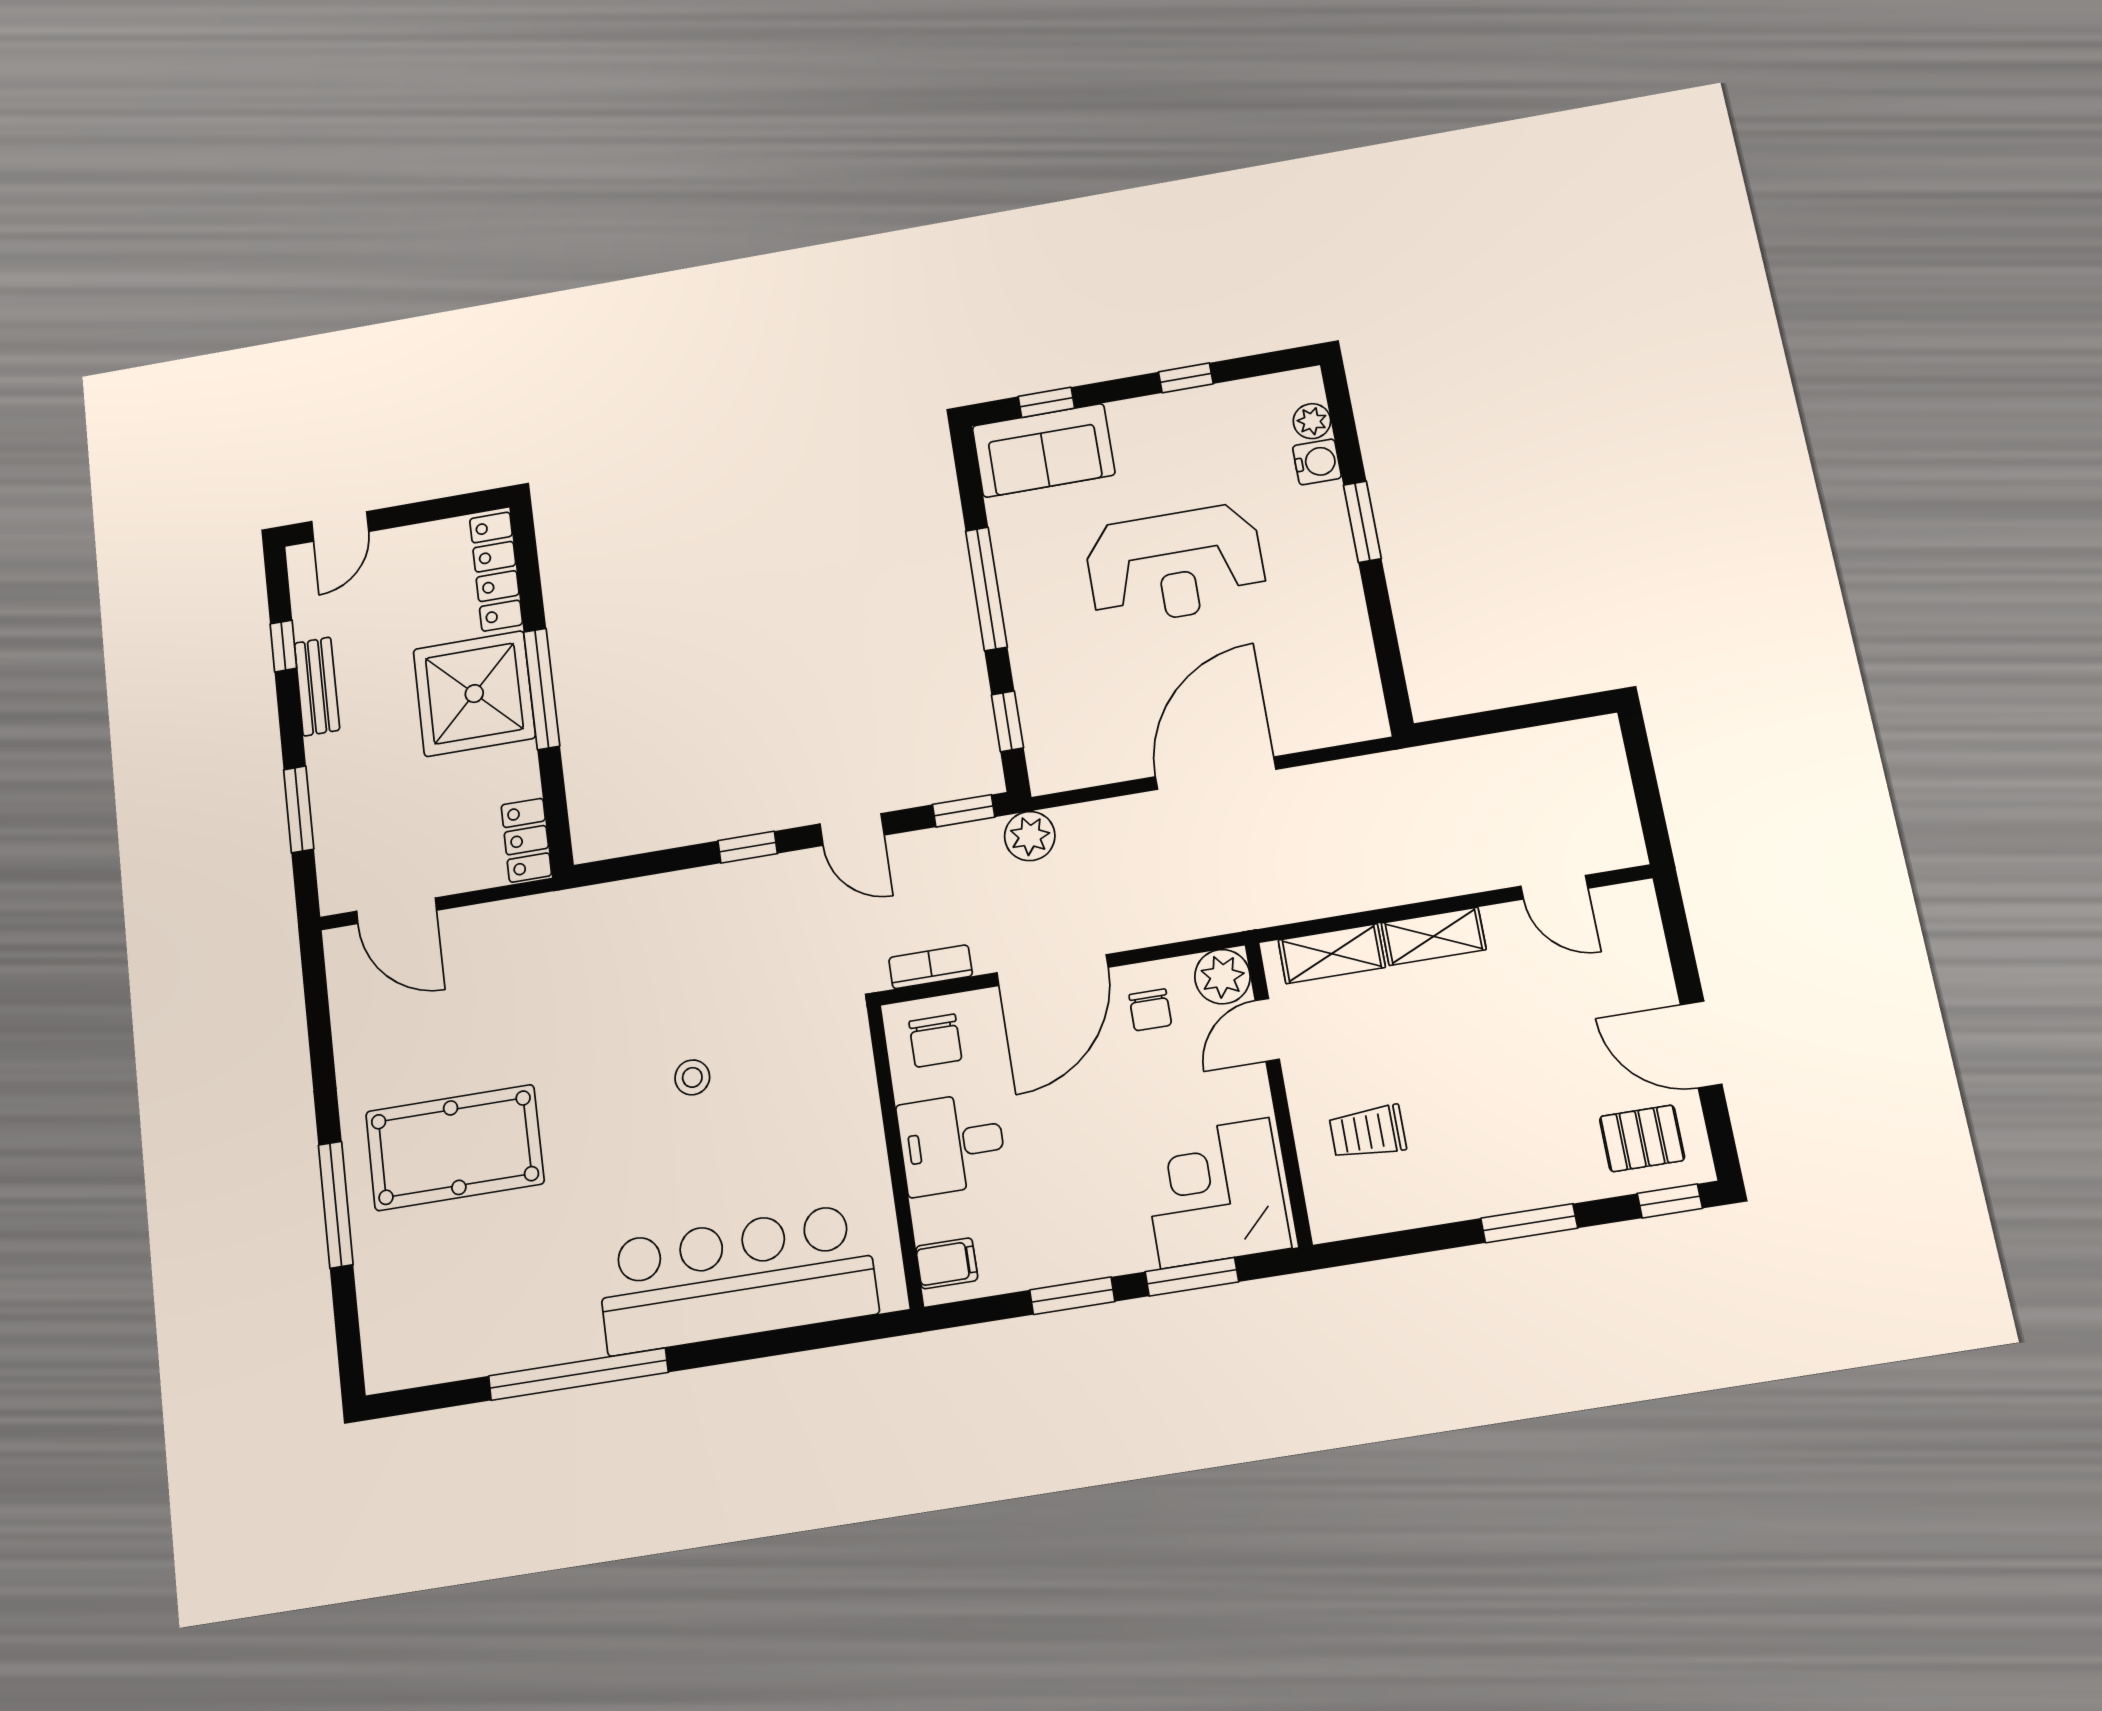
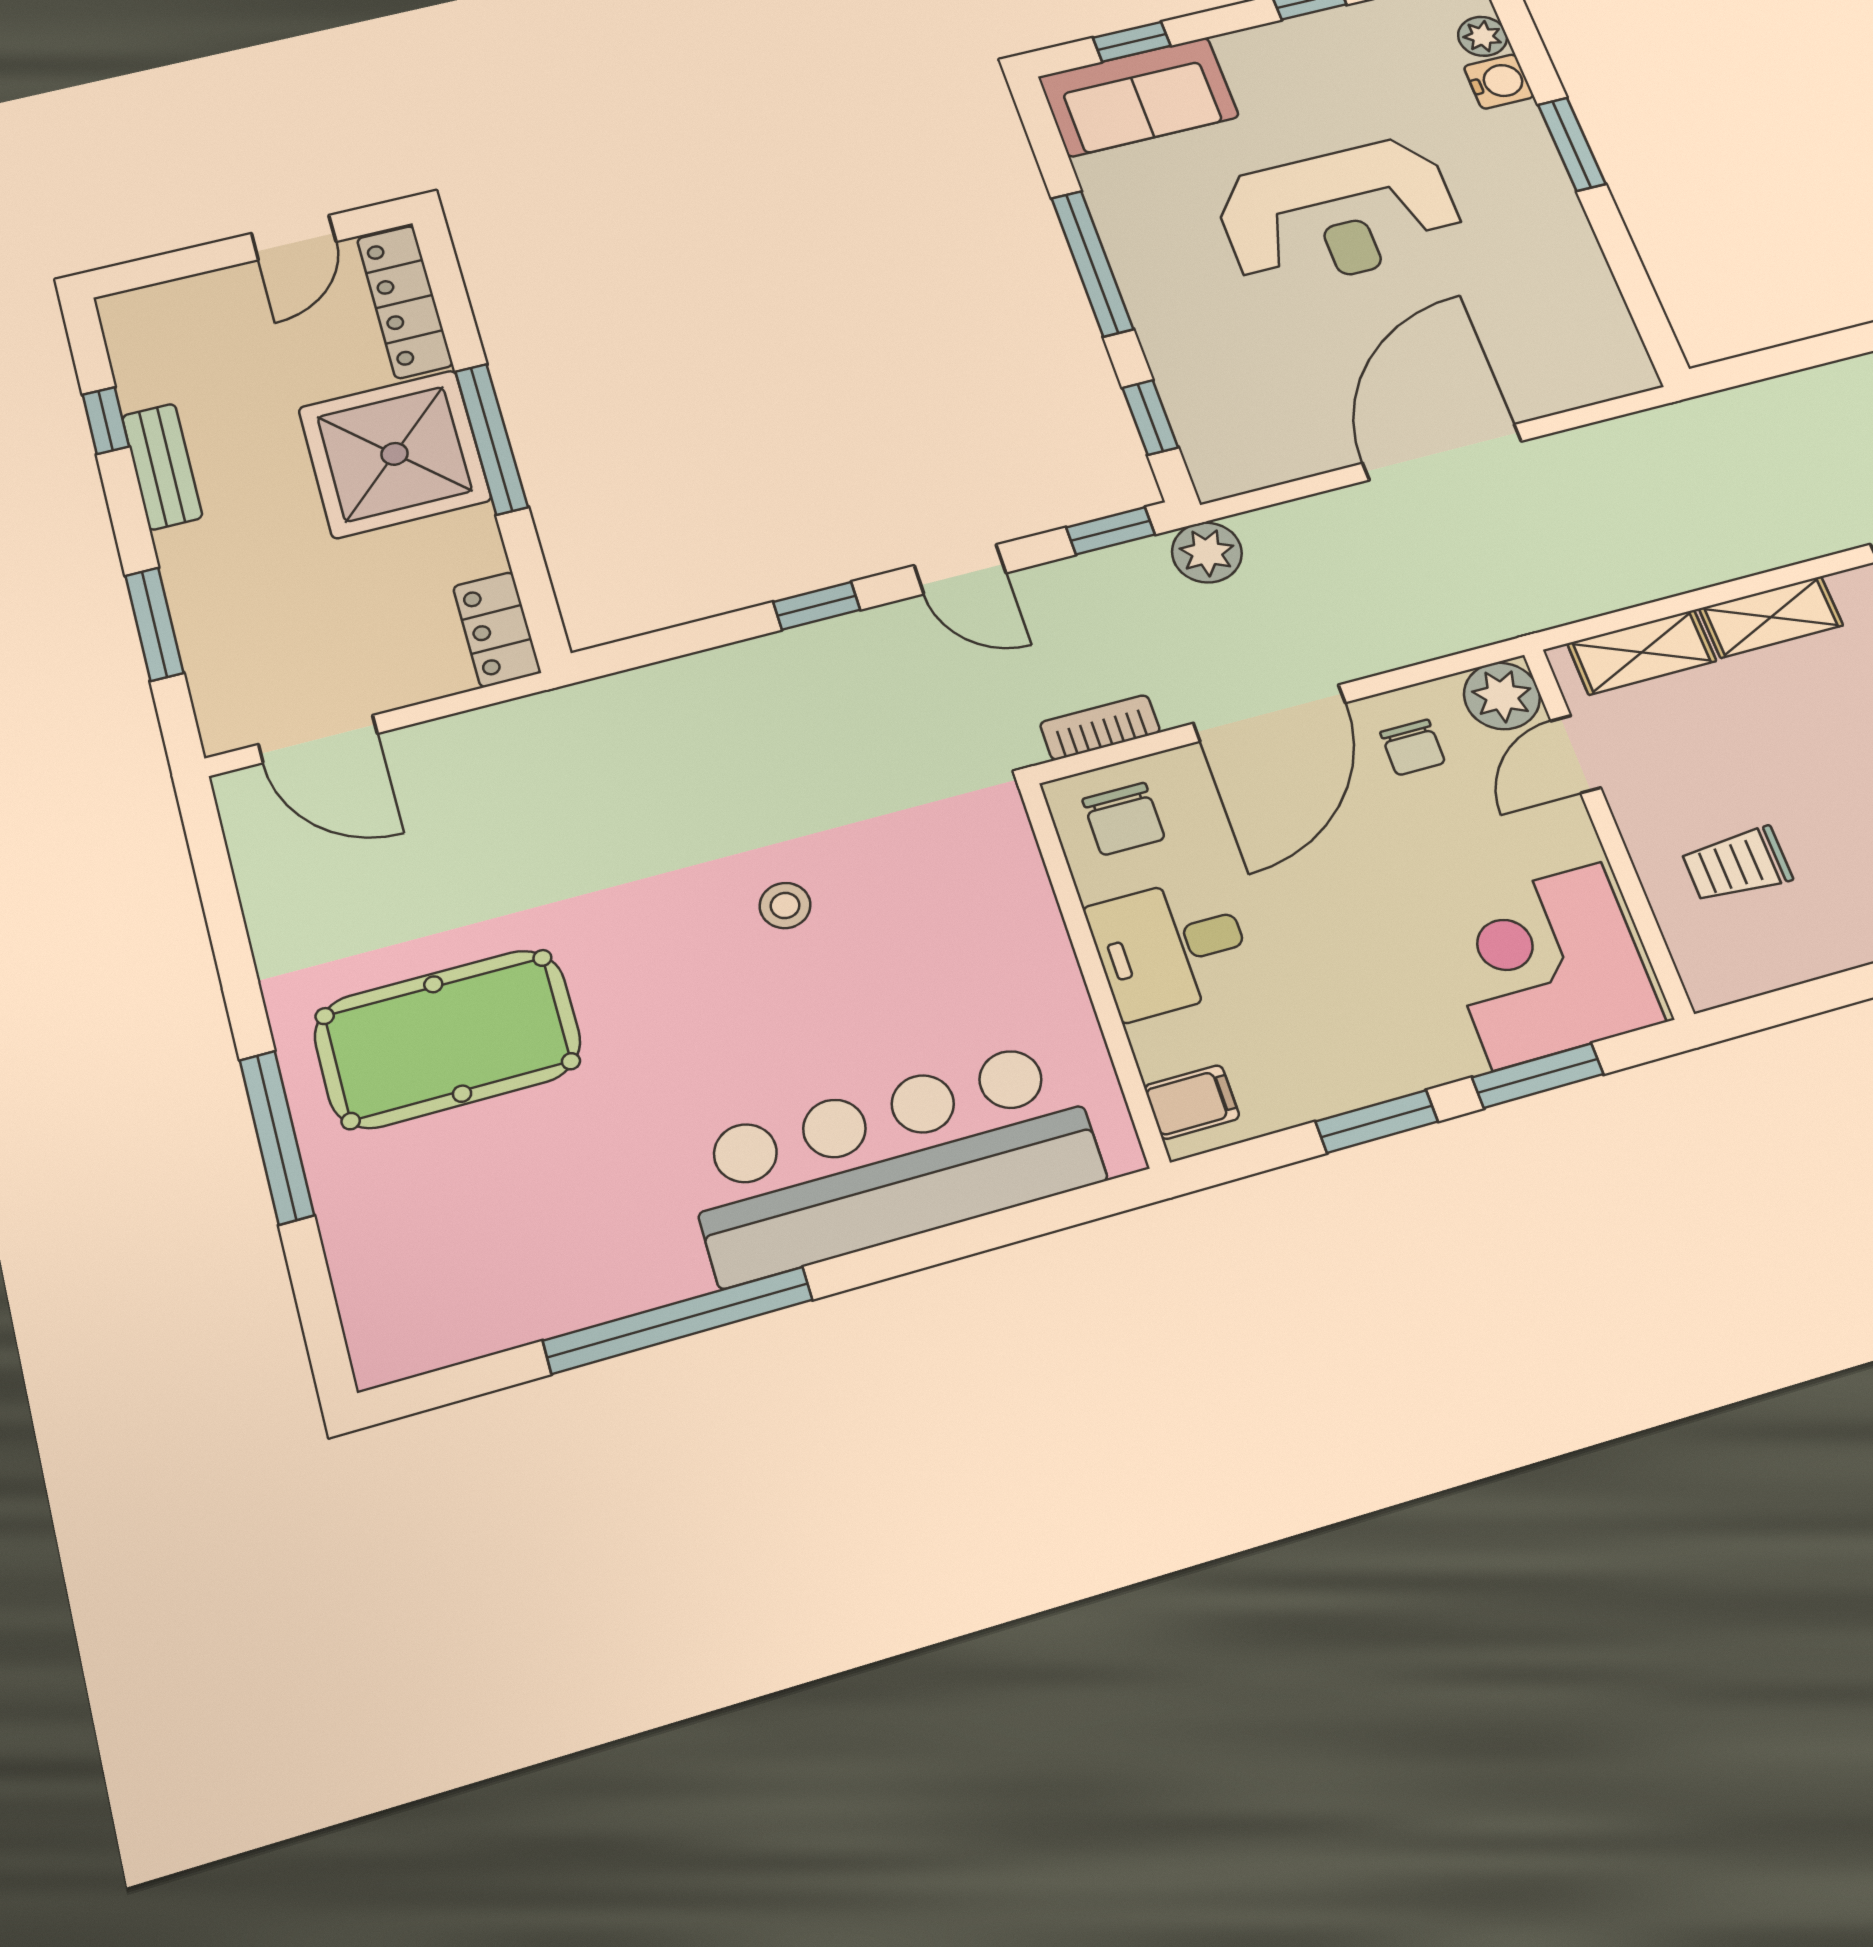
door: (340, 526) -> (294, 237), moved

